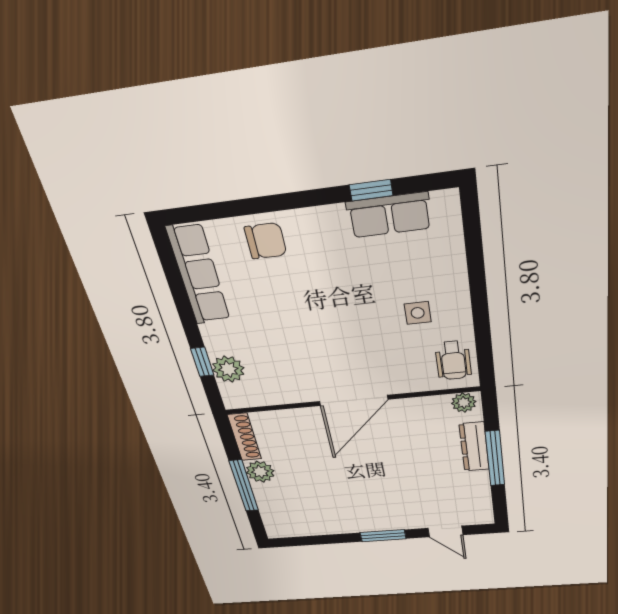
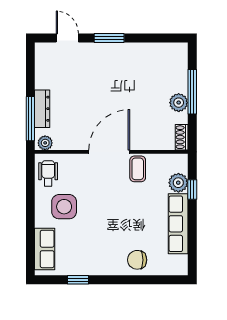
row of seats: (389, 215) -> (45, 249), moved, turned 90
row of seats: (199, 274) -> (178, 224), moved
side table: (418, 313) -> (64, 207), width x1.87, depth x1.87
coffee table: (301, 382) -> (138, 169), added
shoe rack: (244, 437) -> (182, 137), width x0.70
window: (495, 458) -> (30, 119), moved

